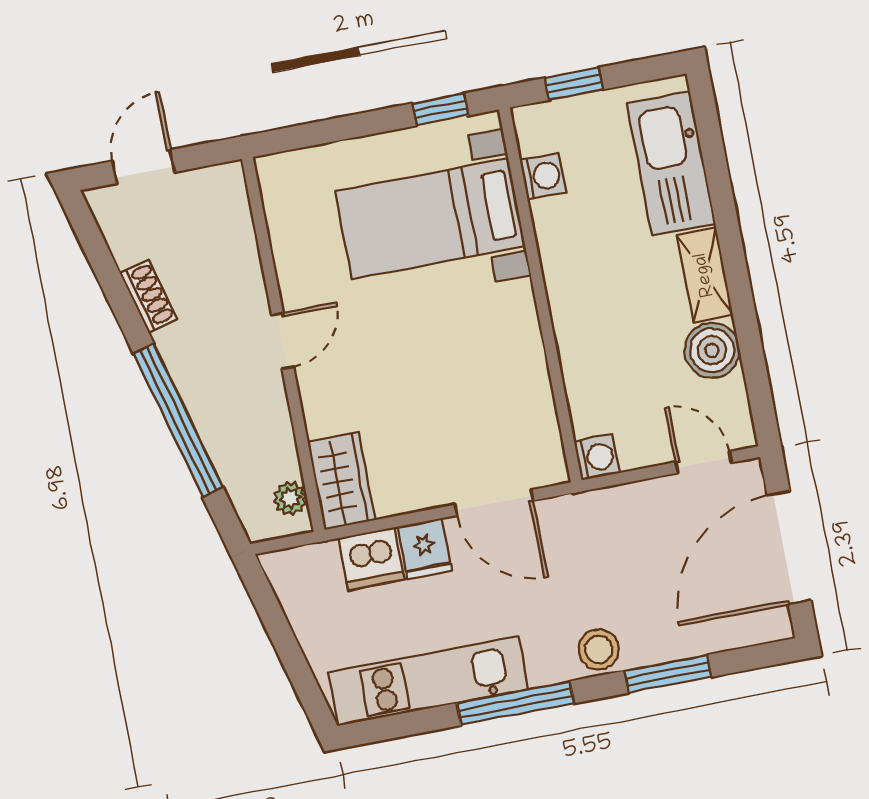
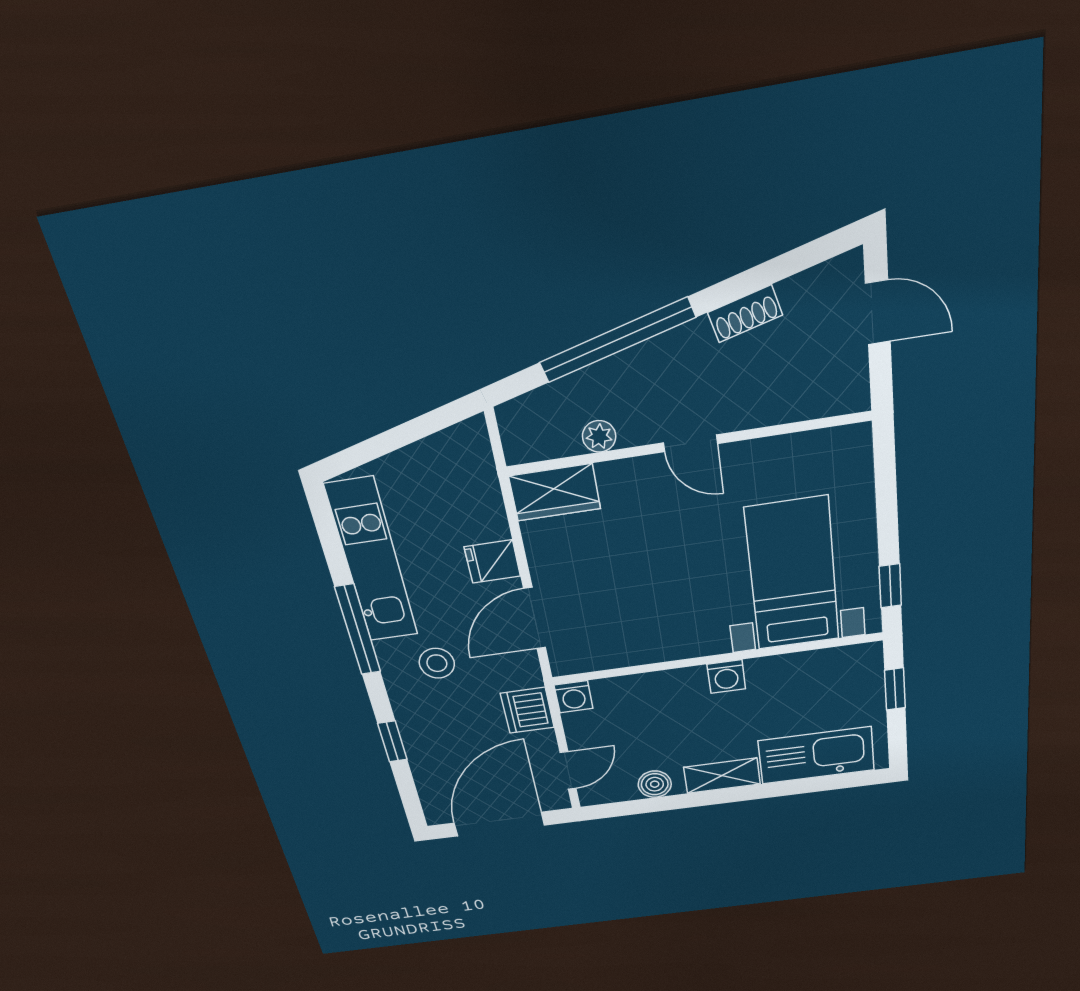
washing machine: (543, 176) -> (726, 677), moved
boiler: (712, 350) -> (655, 784), width x0.73, depth x0.73
plant: (290, 498) -> (599, 436), moved
door: (789, 548) -> (499, 824), hinge flipped
dishwasher: (371, 559) -> (527, 710), moved
stool: (599, 649) -> (437, 663), moved
window: (668, 674) -> (392, 741), width x0.67

